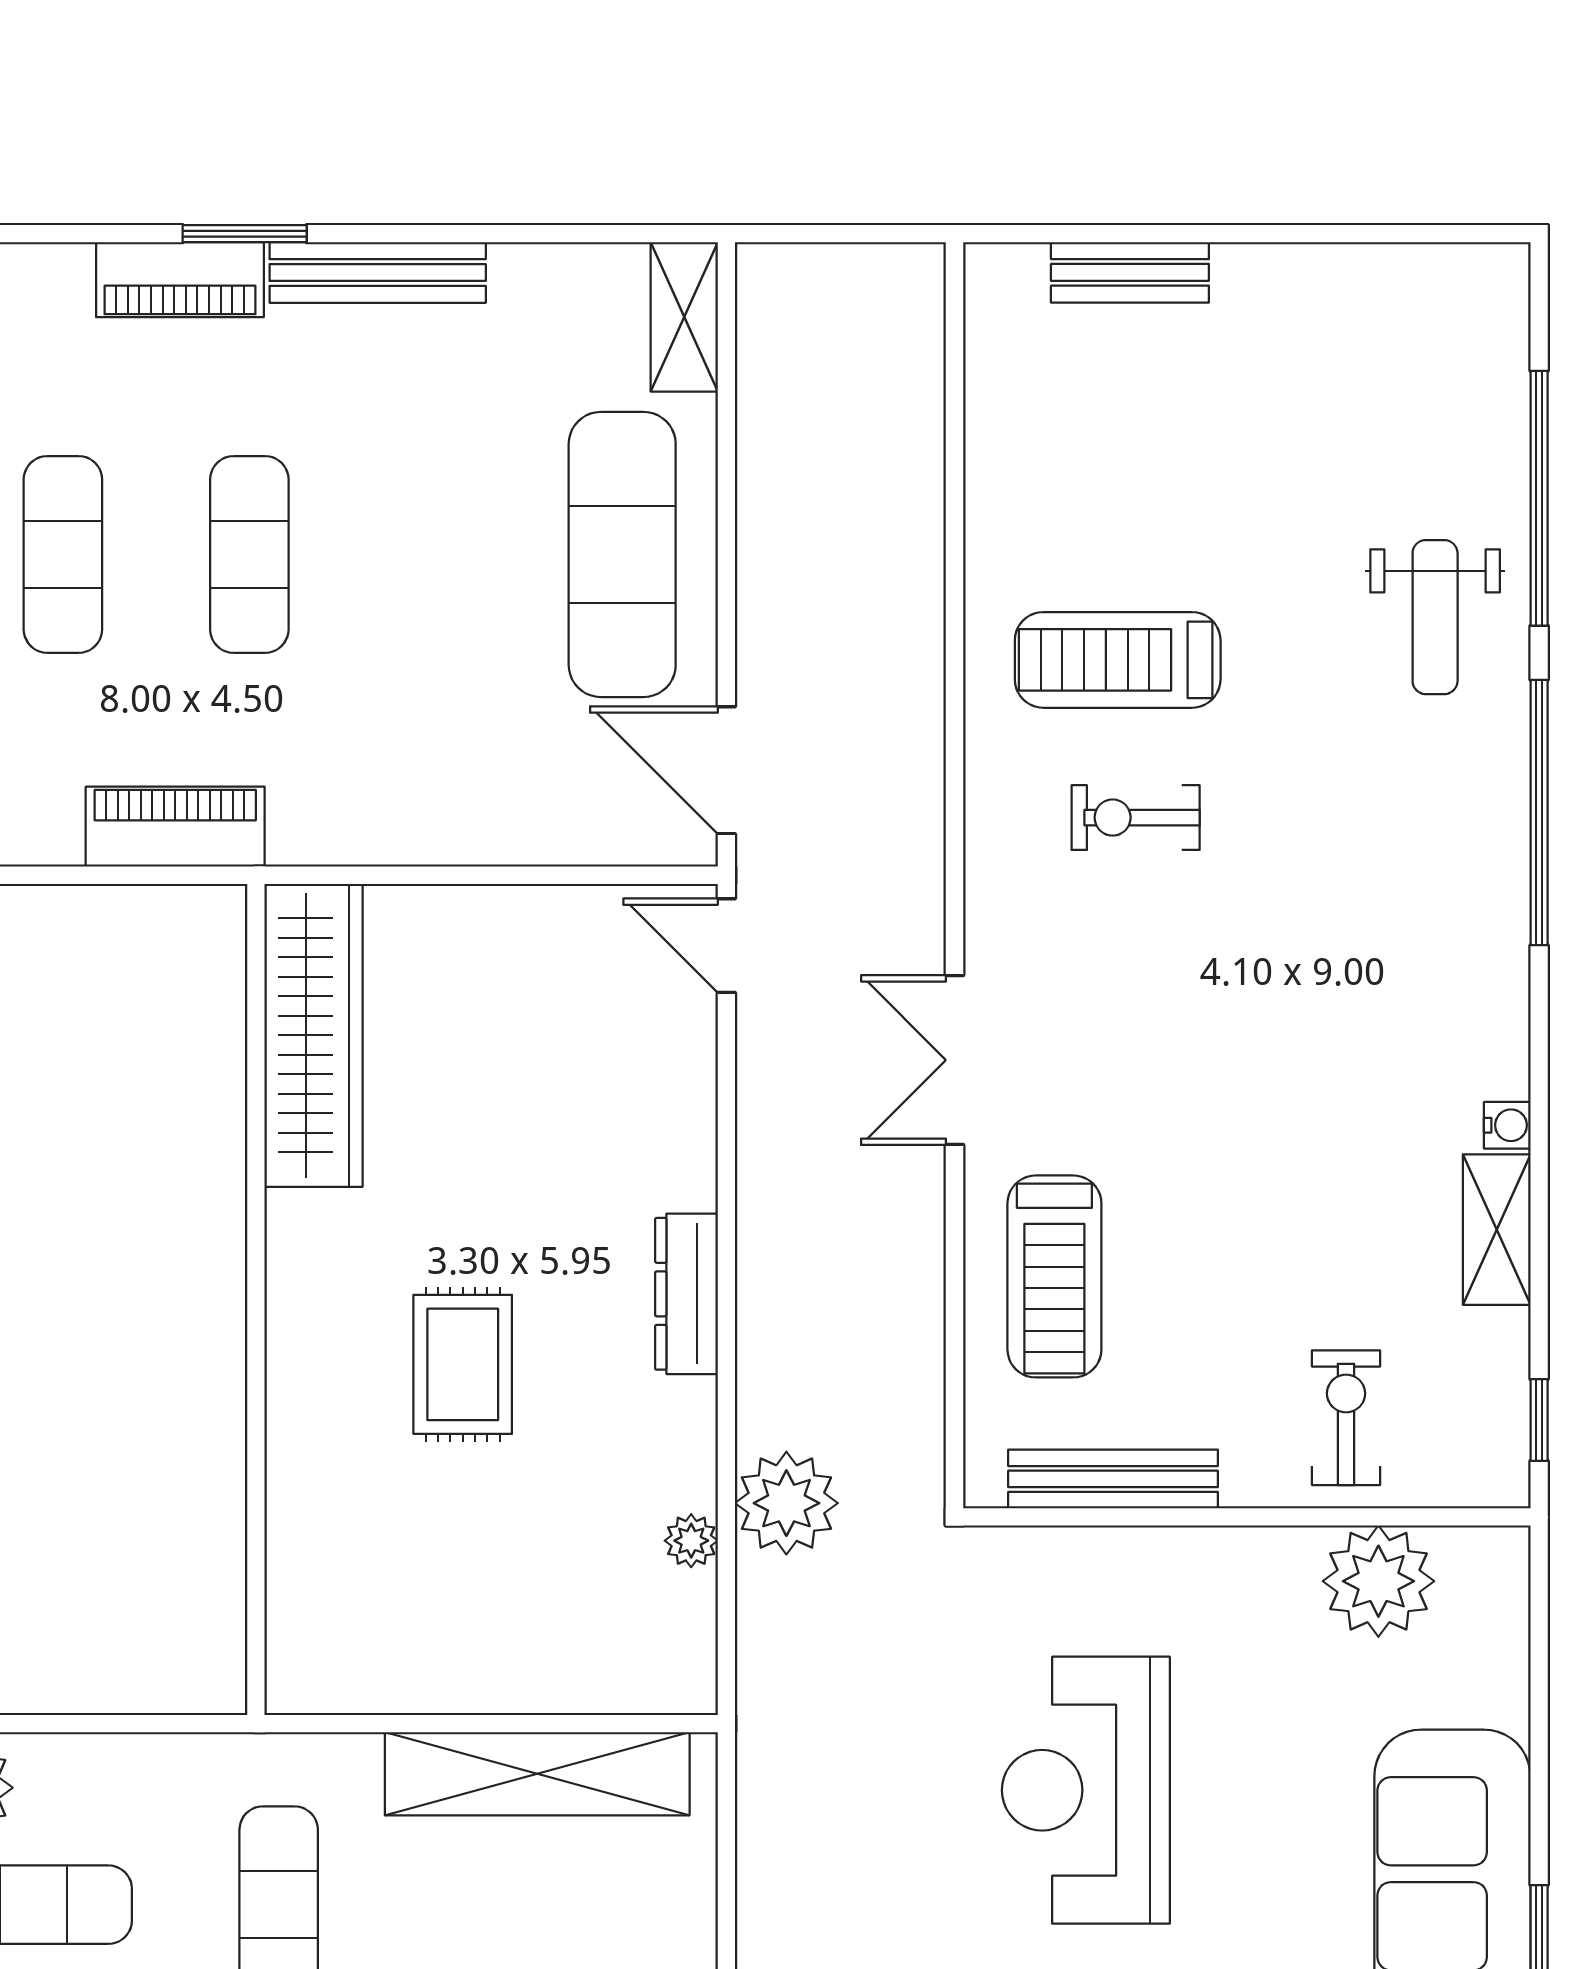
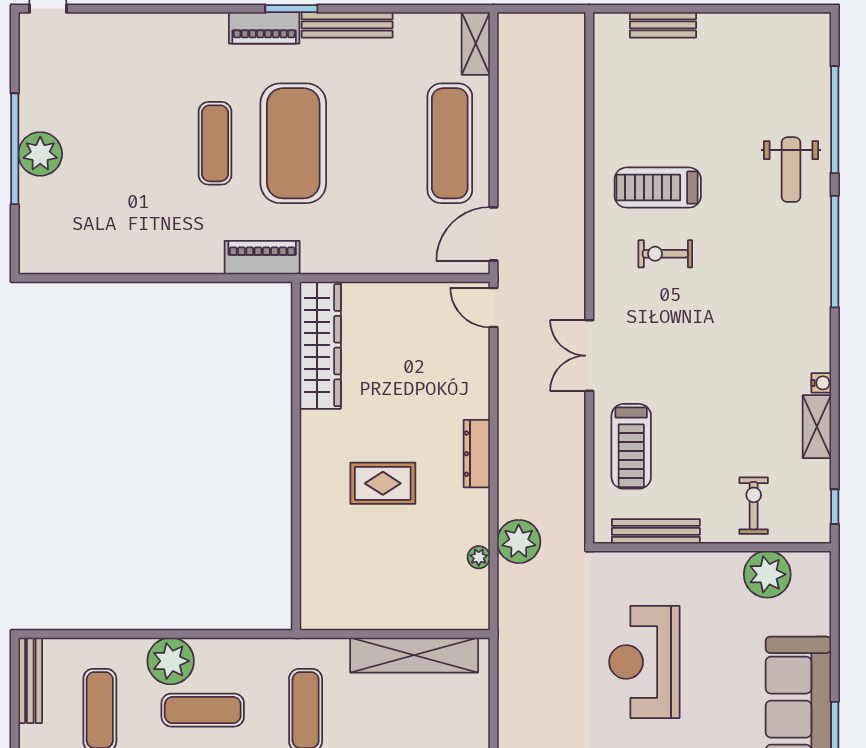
exercise mat: (249, 554) -> (293, 143), width x2.00, depth x1.45
door: (726, 770) -> (494, 234), hinge flipped
rug: (463, 1364) -> (383, 483), turned 90

